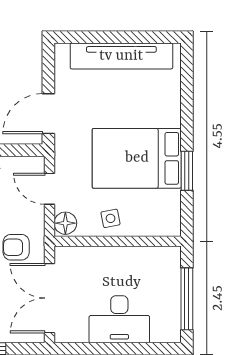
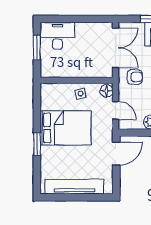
window: (187, 171) -> (37, 144), moved
window: (187, 299) -> (37, 47), width x0.69
desk: (119, 319) -> (57, 36), moved

